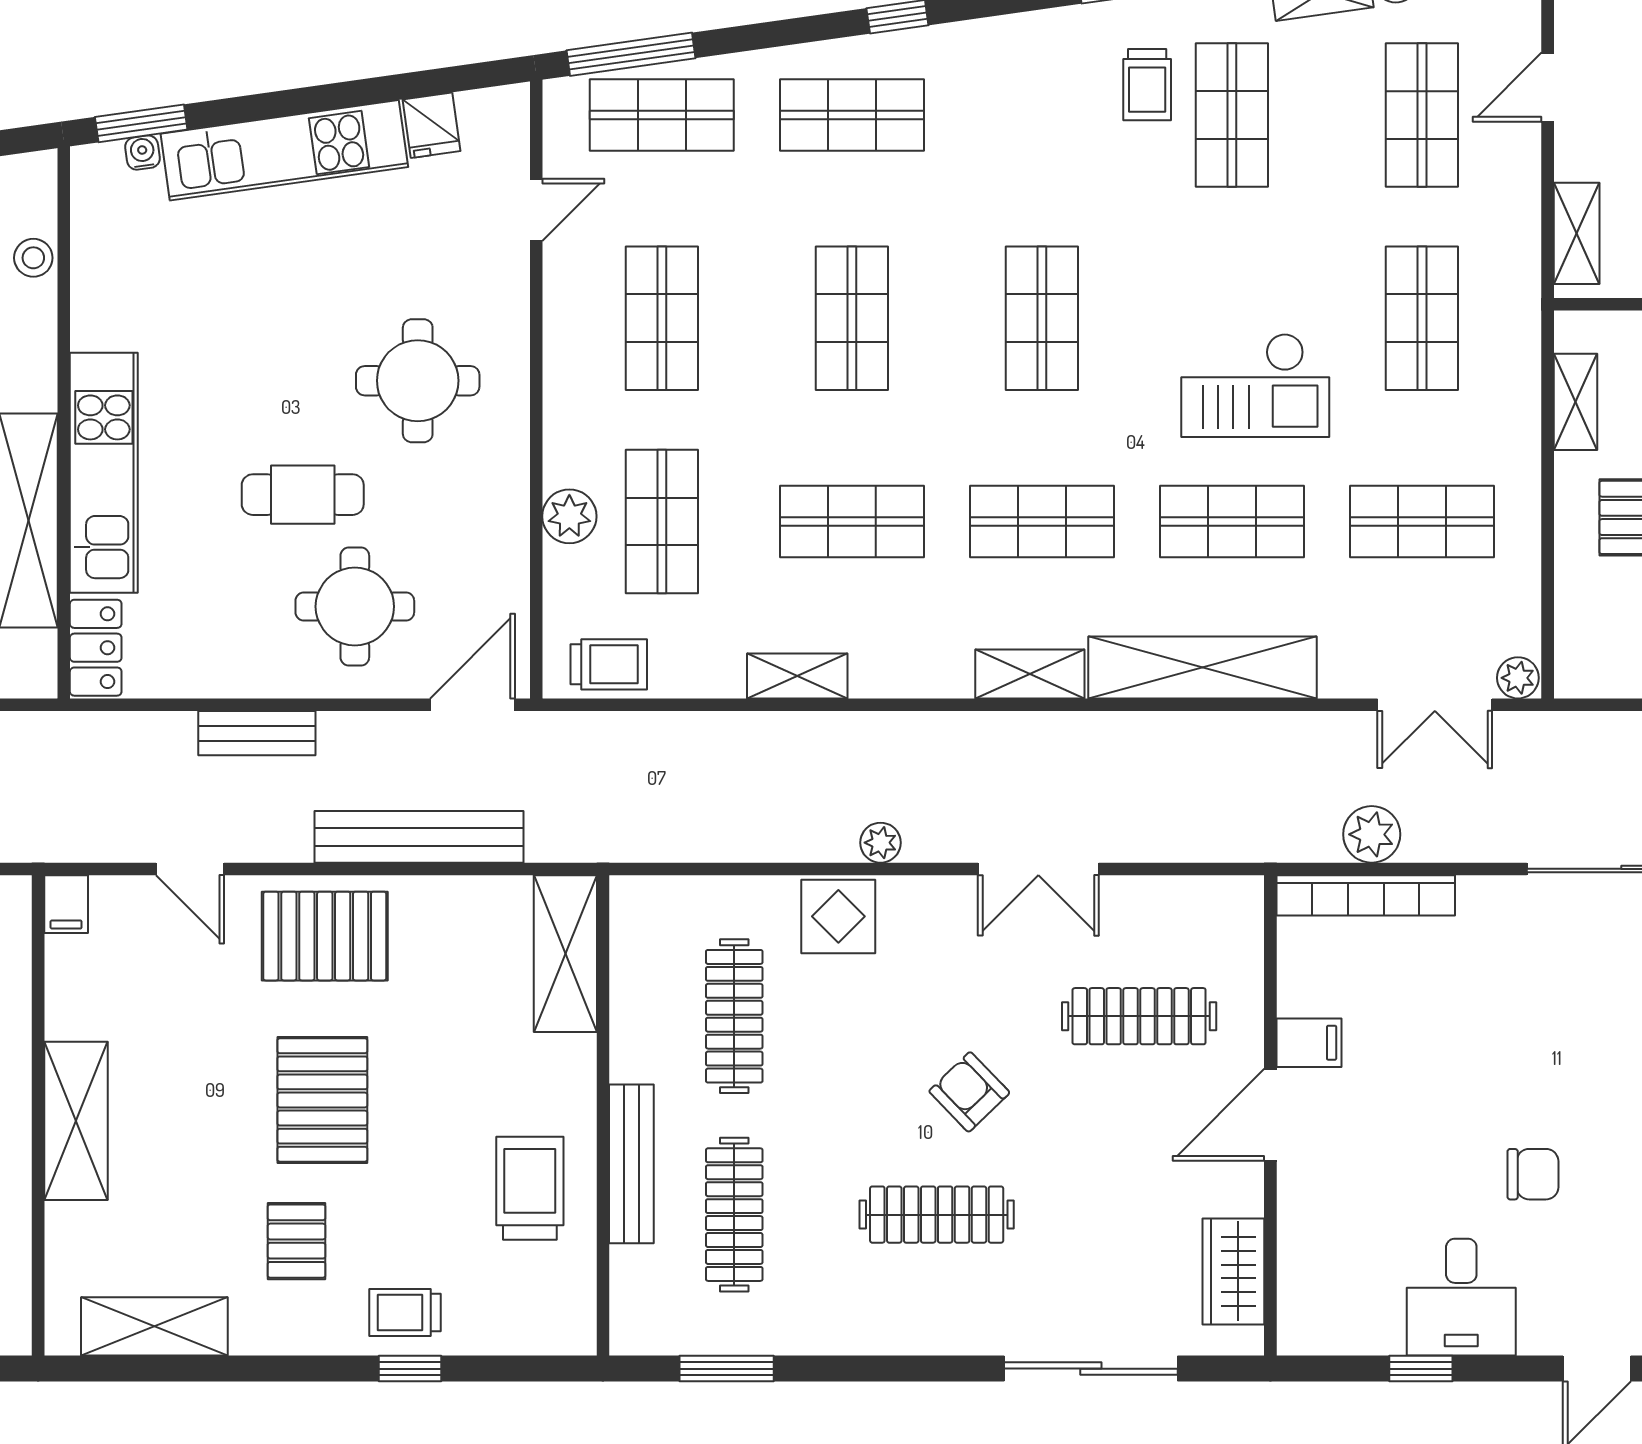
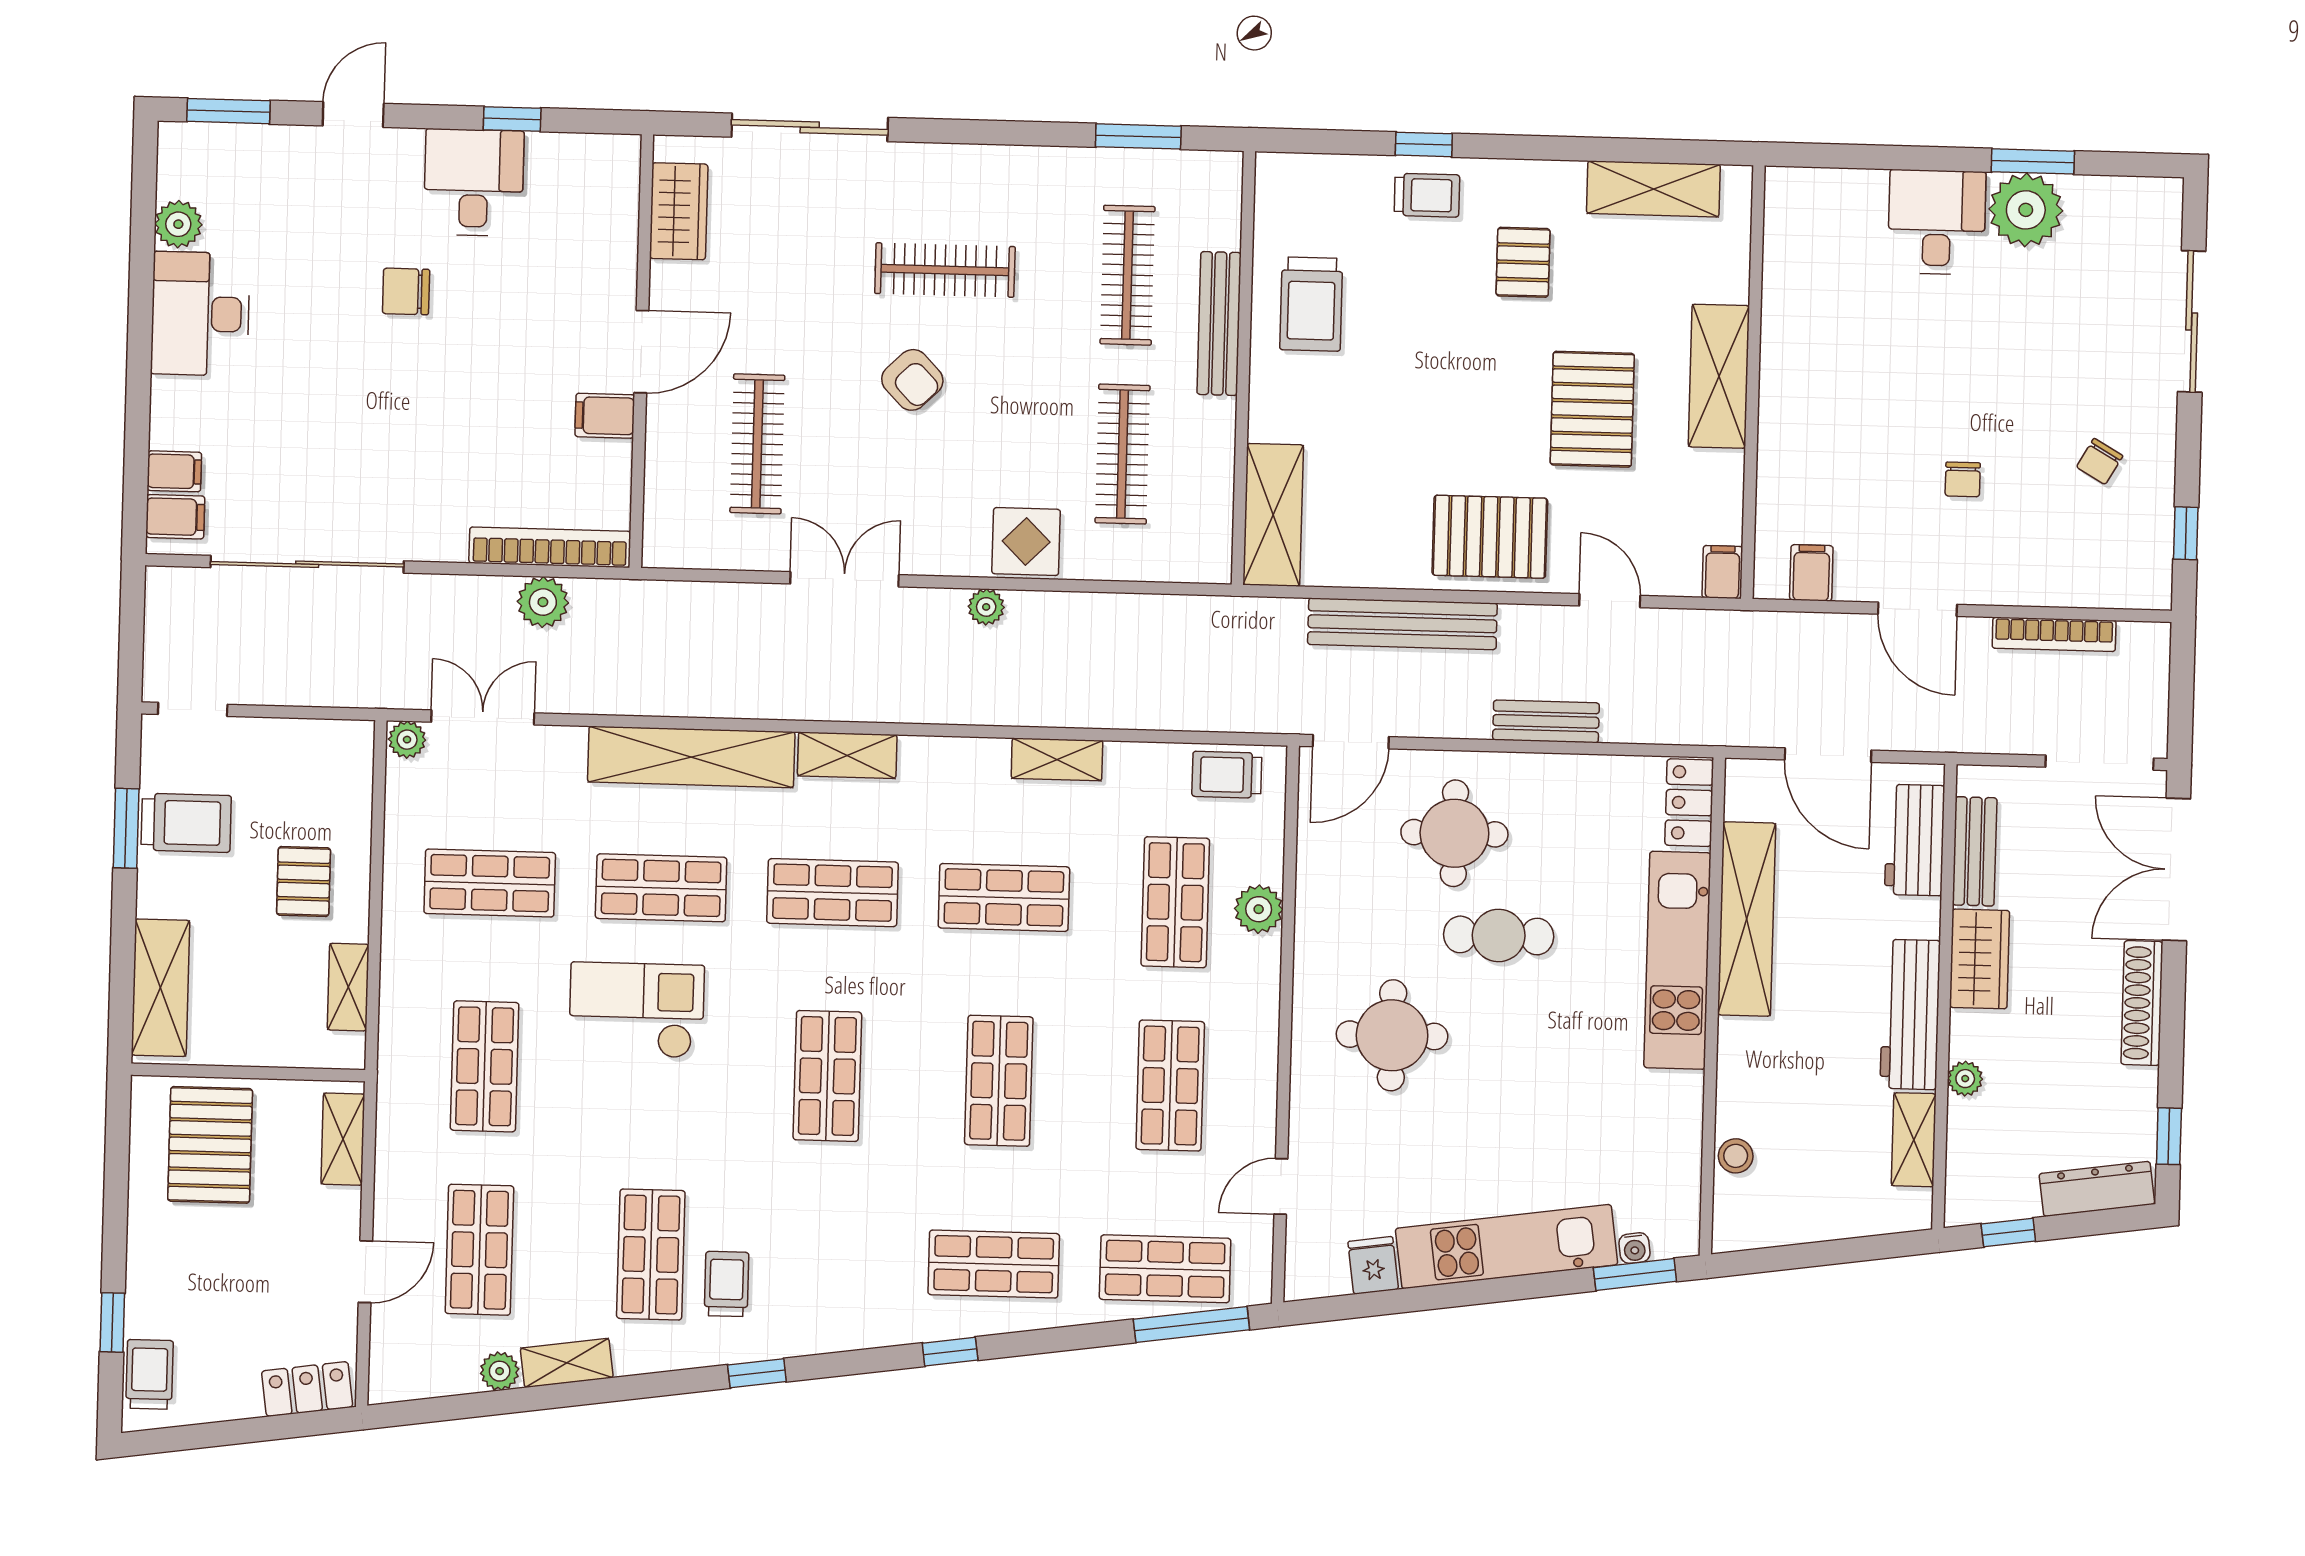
clothes rail: (1139, 1016) -> (757, 444), turned 90
pallet: (322, 1100) -> (1592, 409), moved

